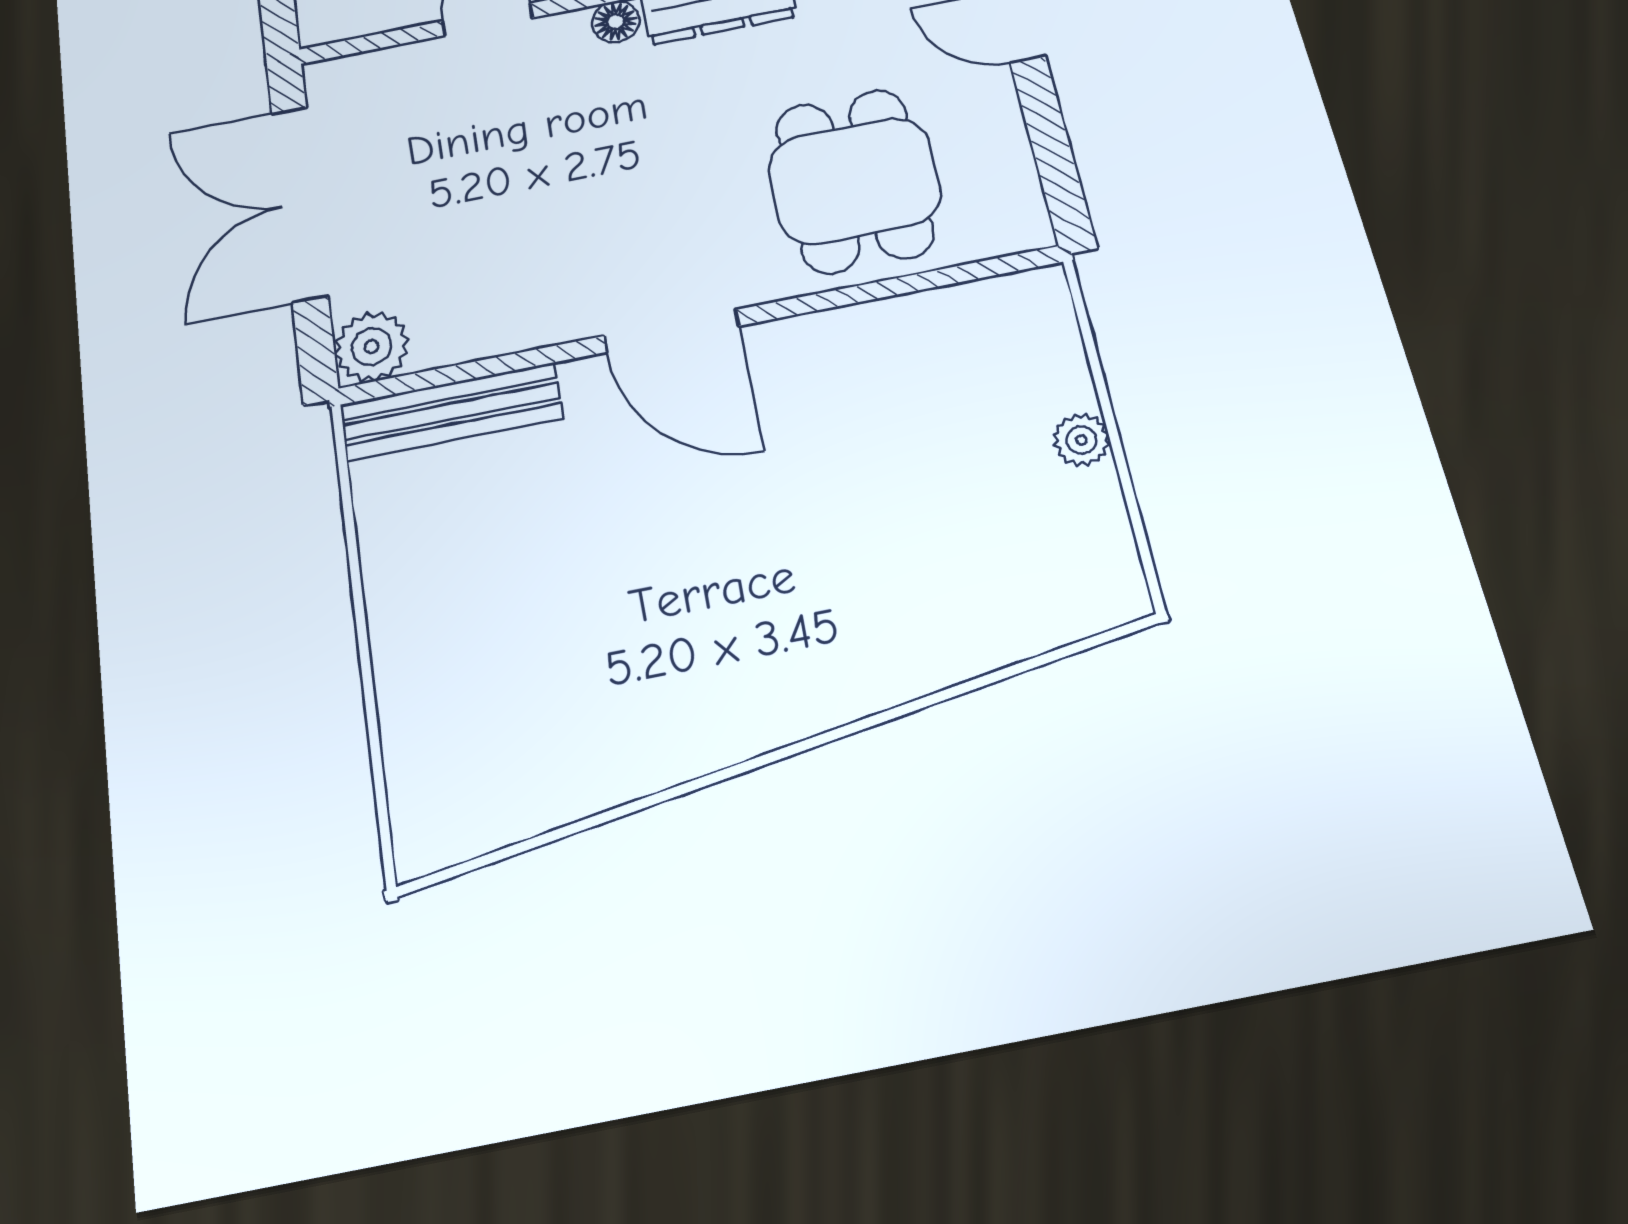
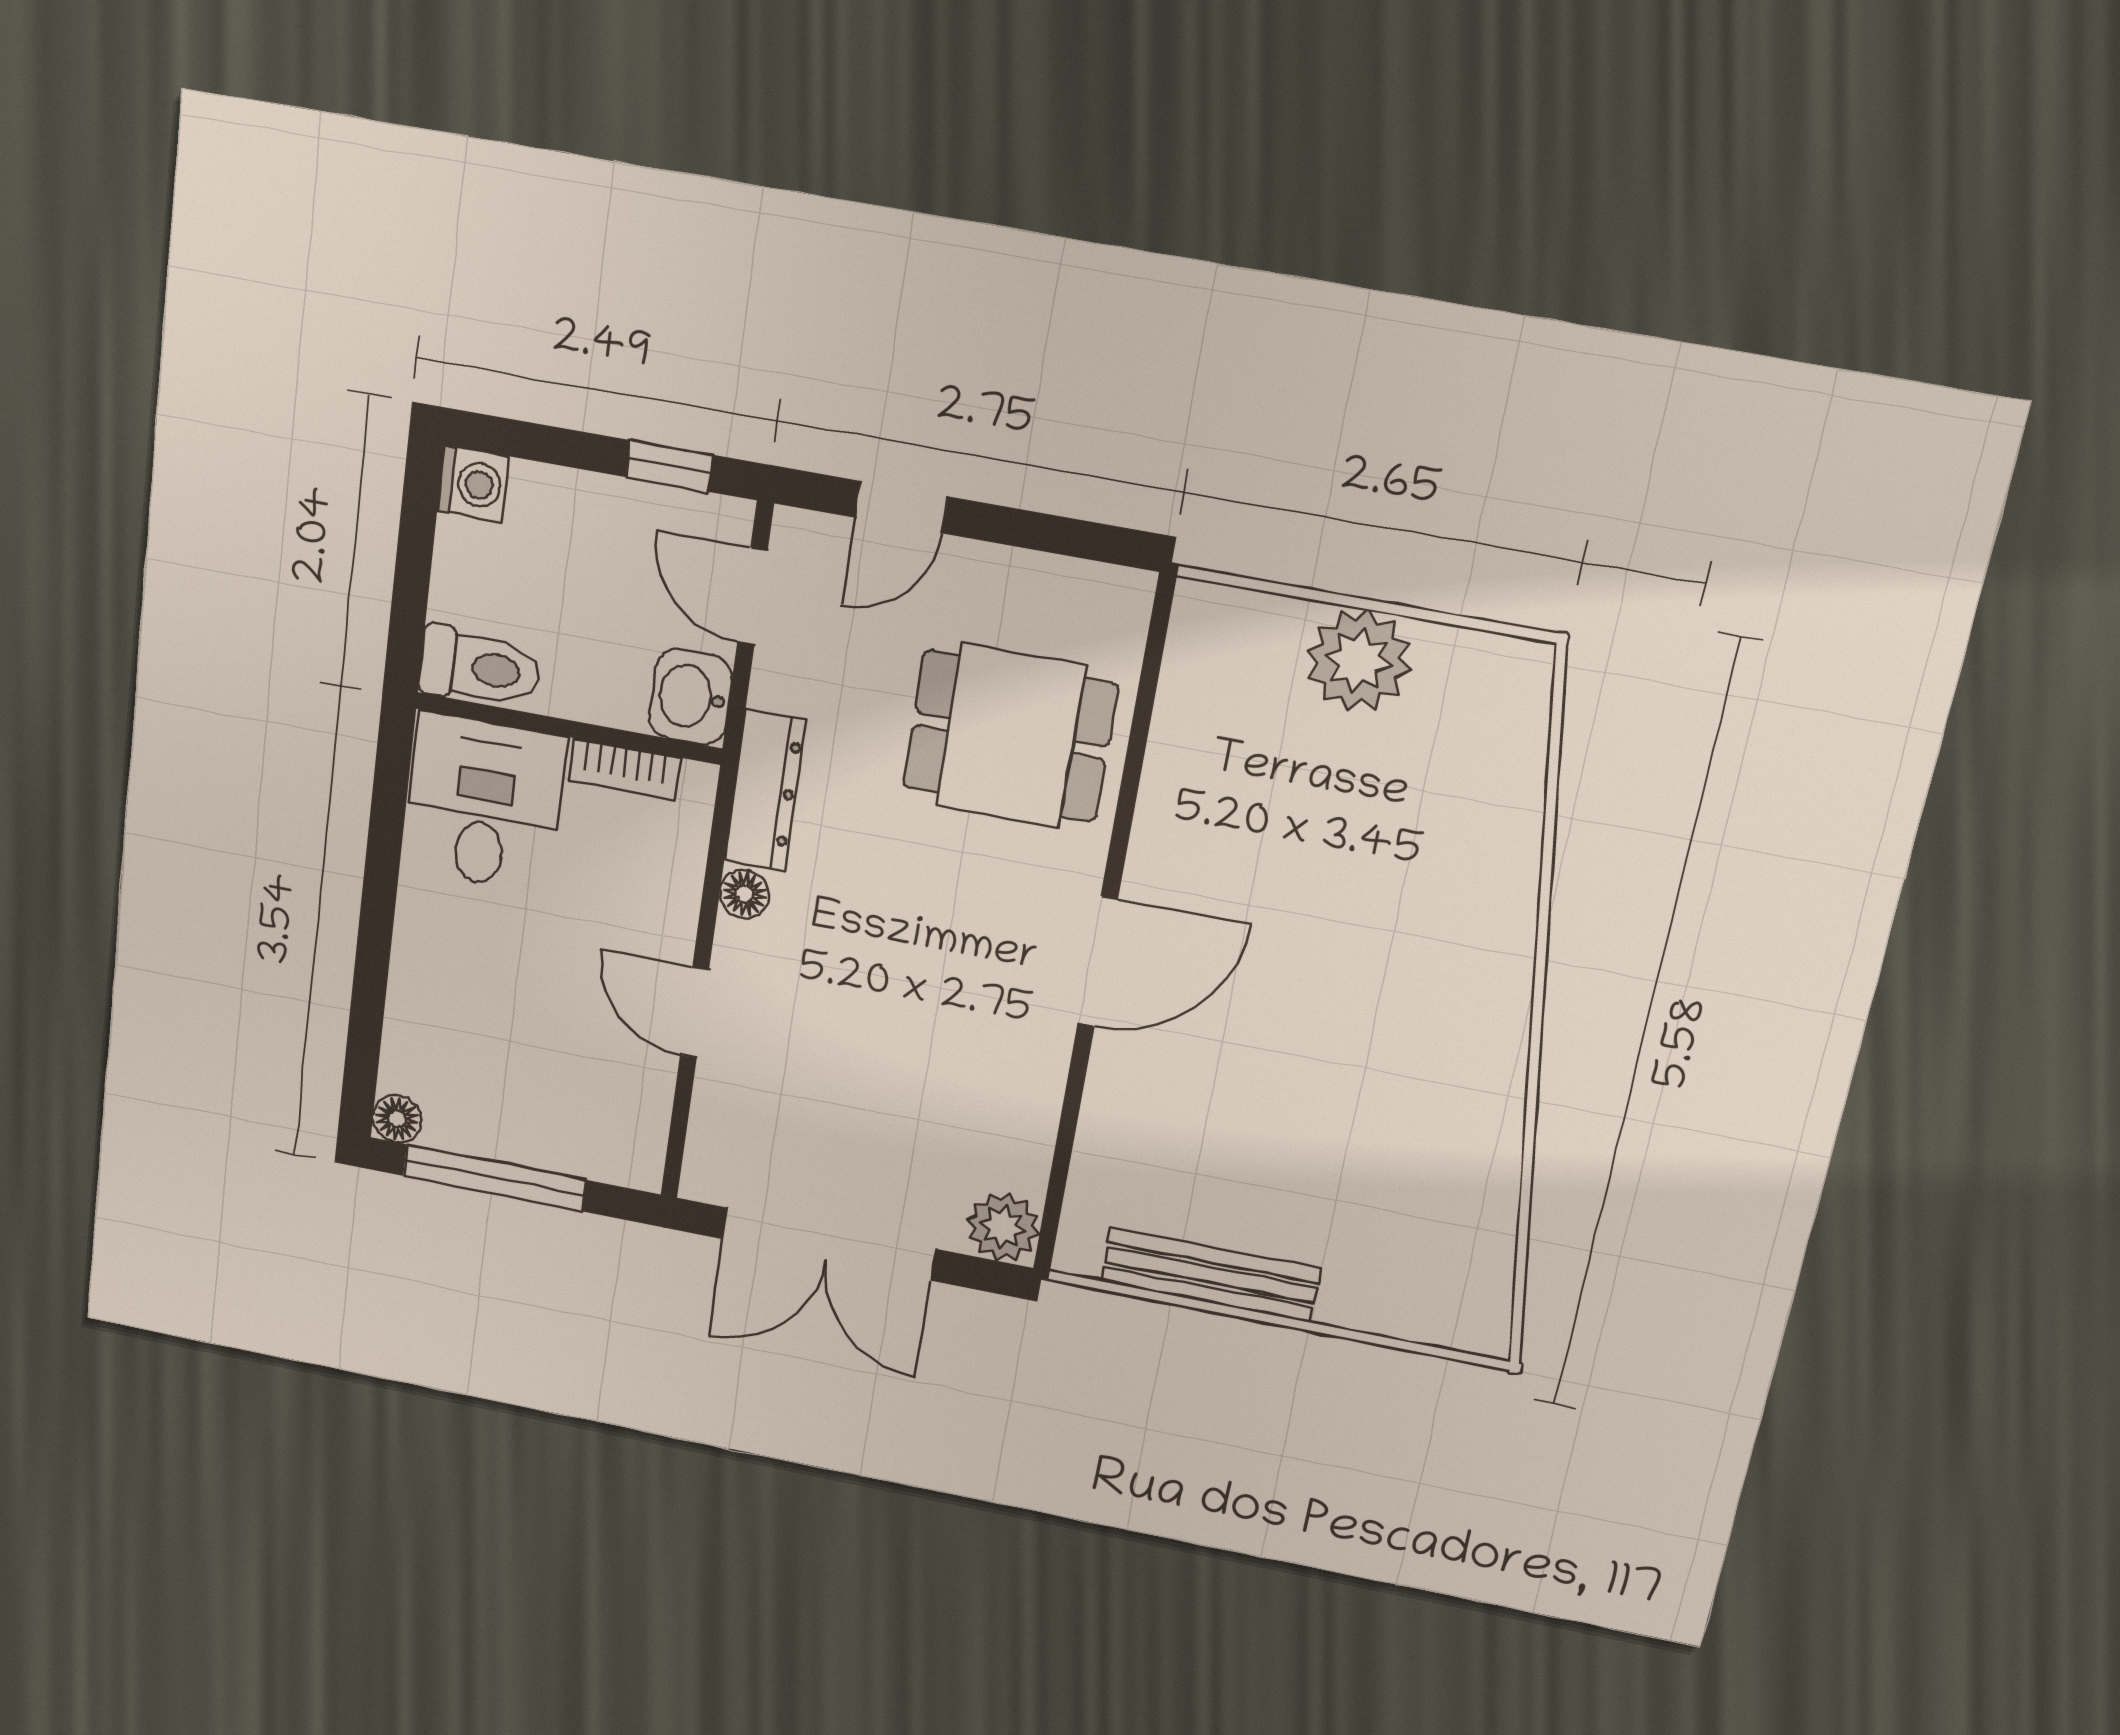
bench: (451, 412) -> (1211, 1275), moved, turned 90
plant: (1081, 440) -> (1359, 661), width x1.87, depth x1.87

